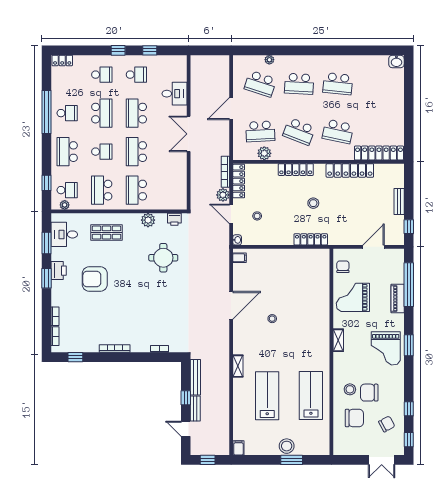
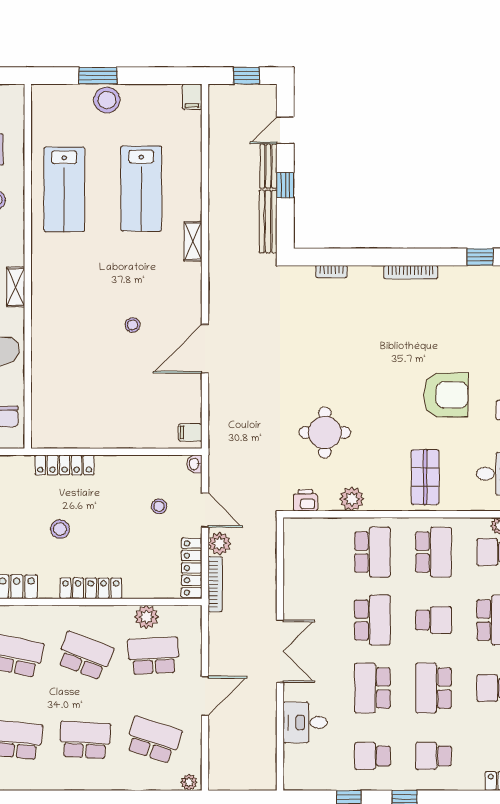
plant: (269, 60) -> (189, 782), moved
school desk: (136, 113) -> (372, 688), turned 180
school desk: (102, 152) -> (433, 620), turned 180
shop shelf: (107, 233) -> (425, 477), turned 90
door: (186, 429) -> (285, 130), swing flipped

